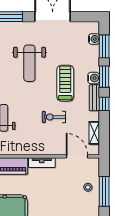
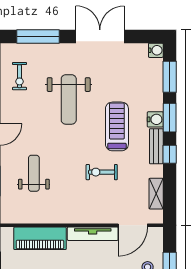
water cooler: (94, 39) -> (156, 50), moved
door: (77, 156) -> (133, 225), swing flipped
tv unit: (42, 163) -> (93, 234), width x1.41

